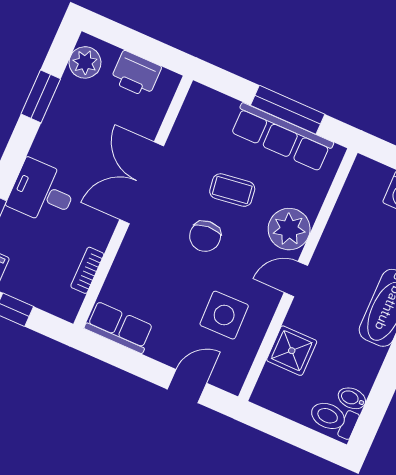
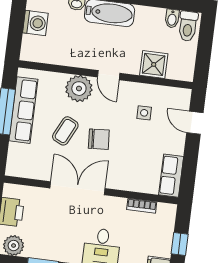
double door: (142, 183) -> (78, 188), swing flipped
coffee table: (232, 190) -> (65, 131), turned 34
side table: (224, 315) -> (144, 113), width x0.54, depth x0.54

